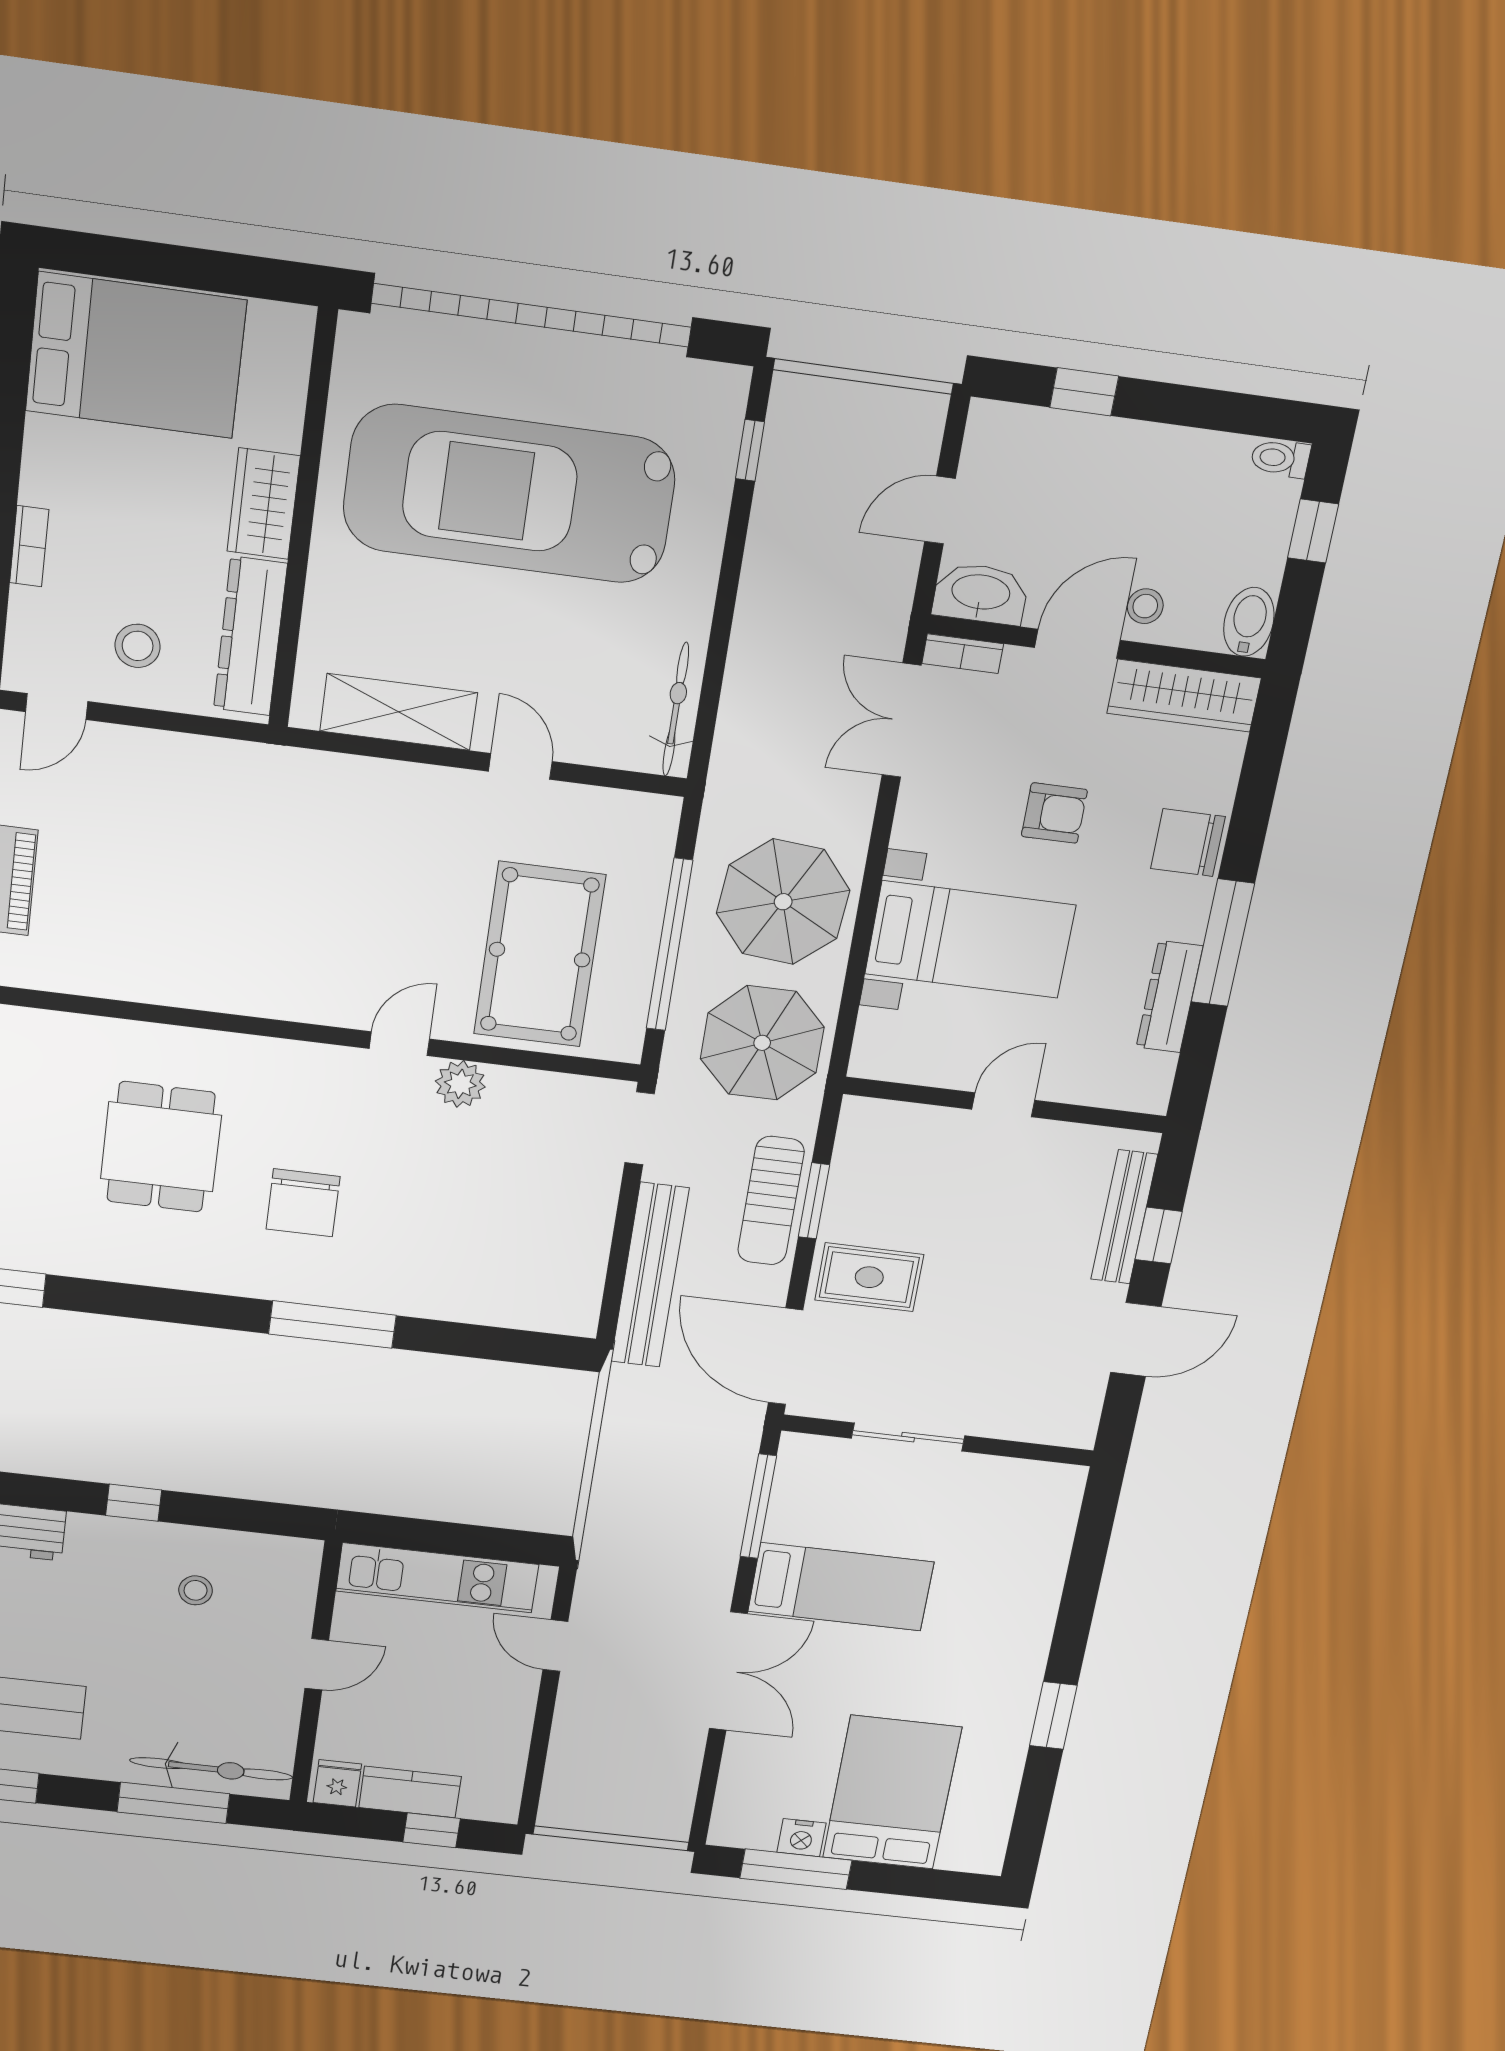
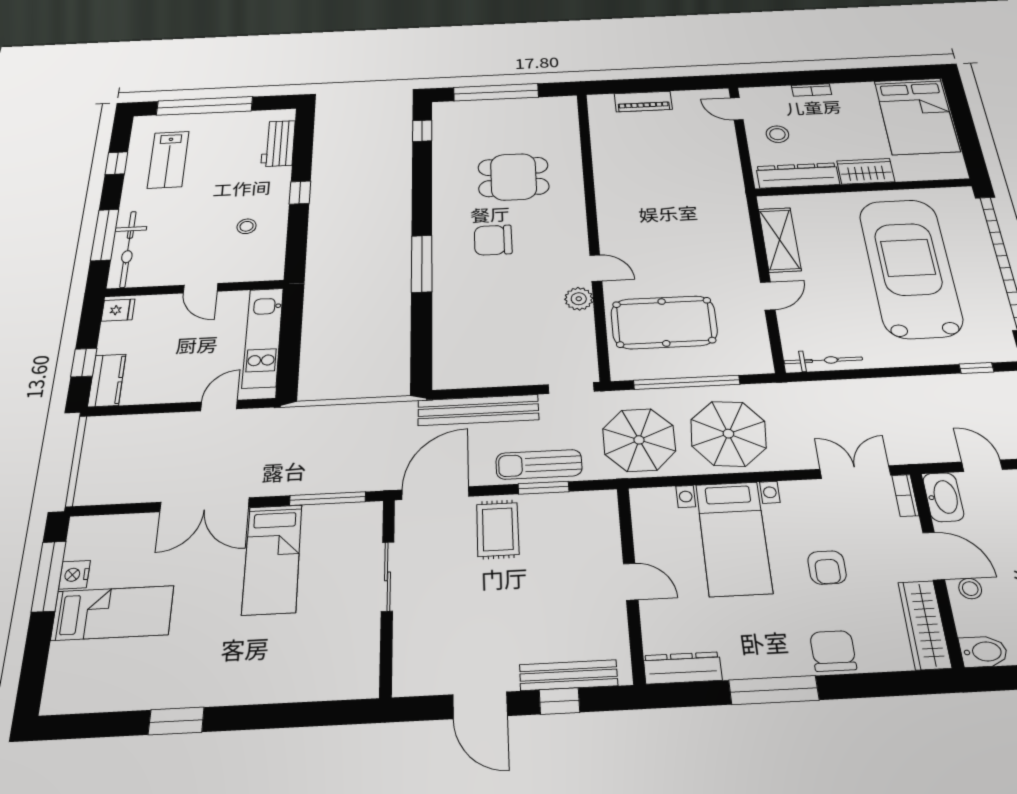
dresser: (1169, 997) -> (683, 668), moved
kitchen counter: (410, 1792) -> (107, 380), moved
bed: (892, 1792) -> (113, 613), width x0.67

